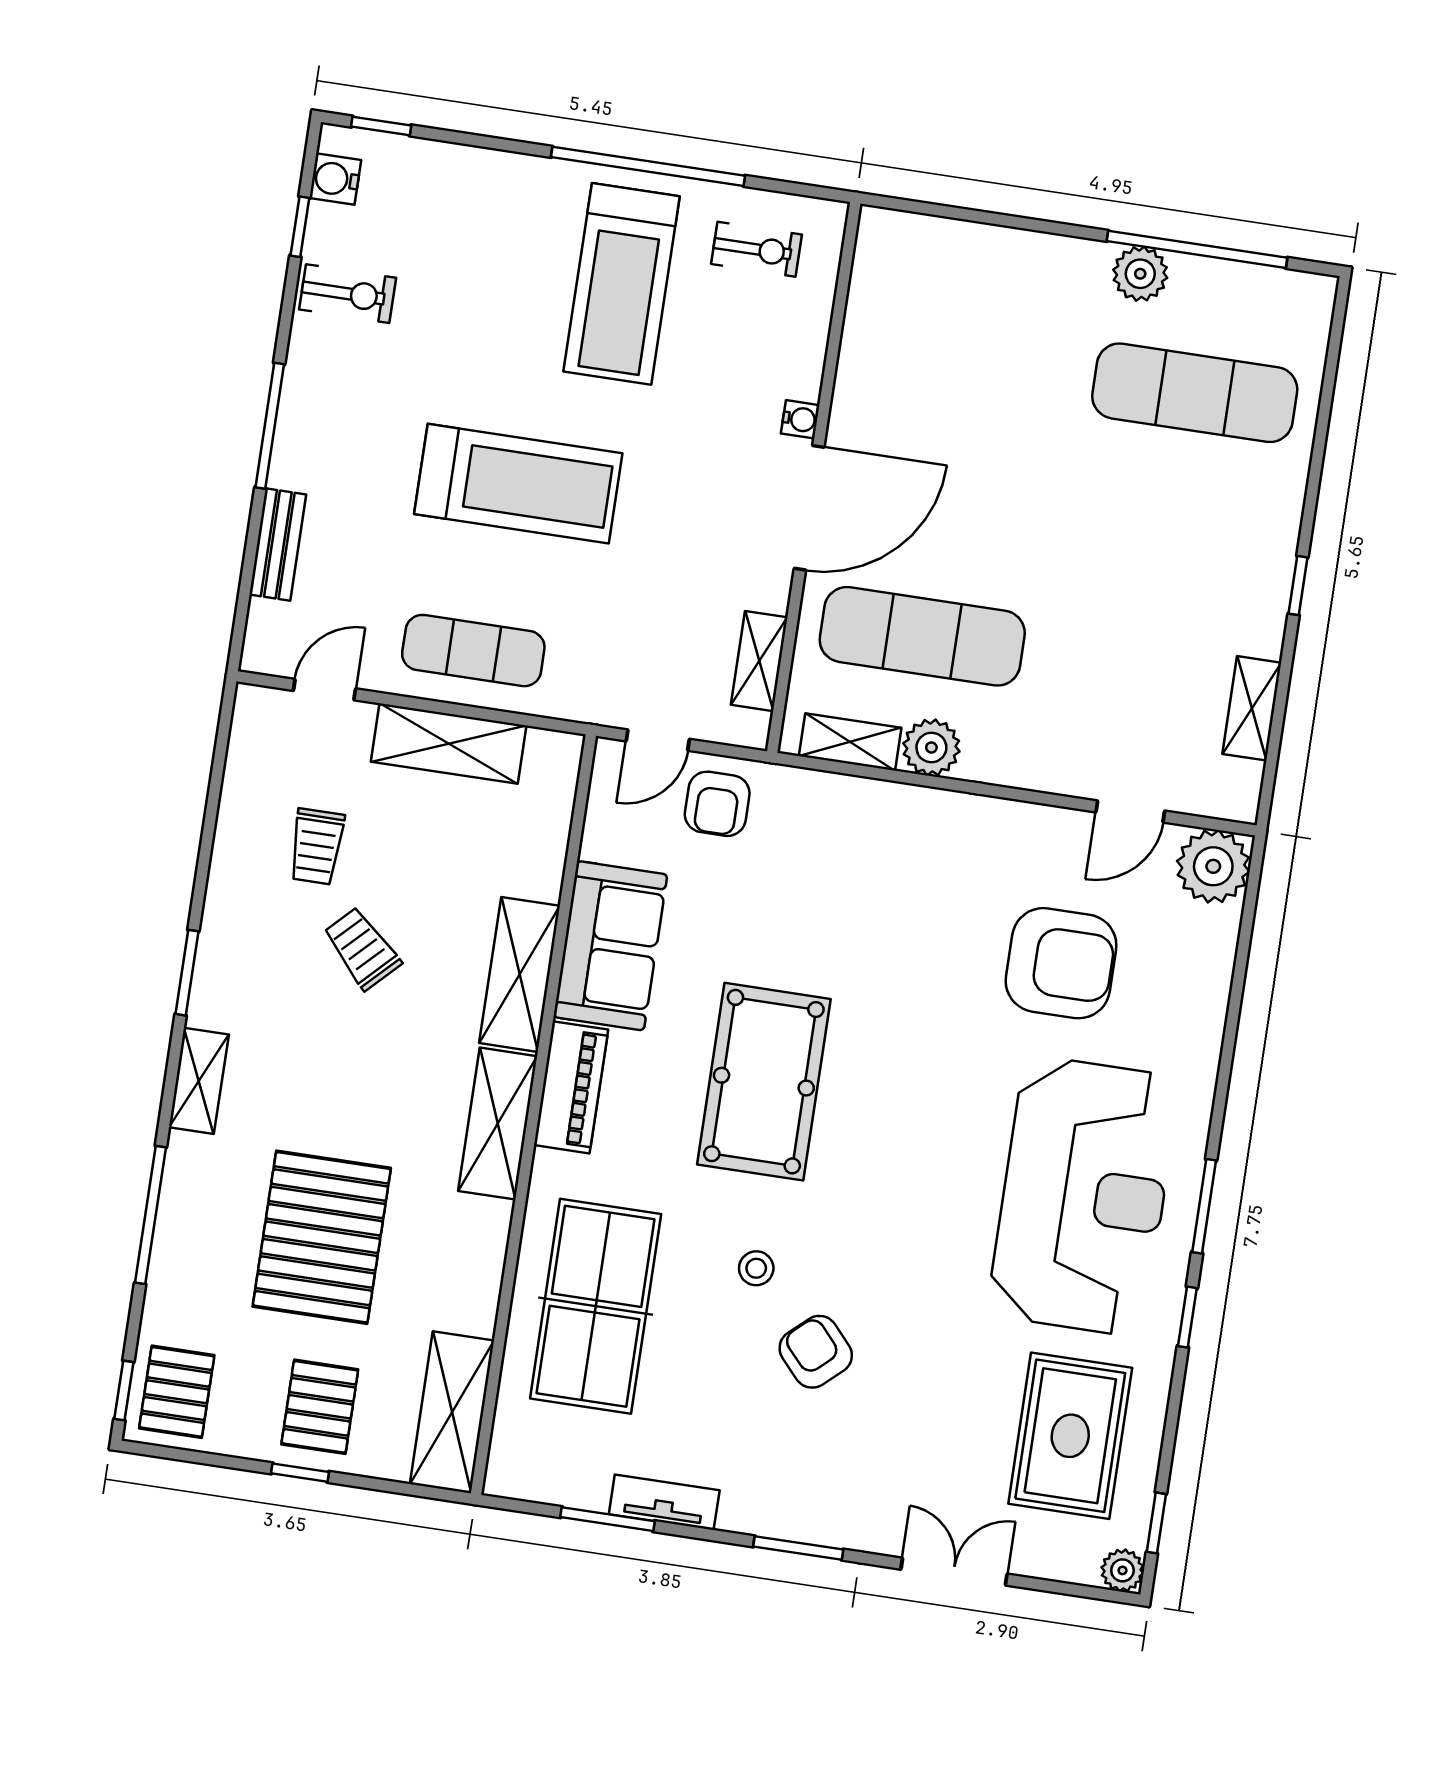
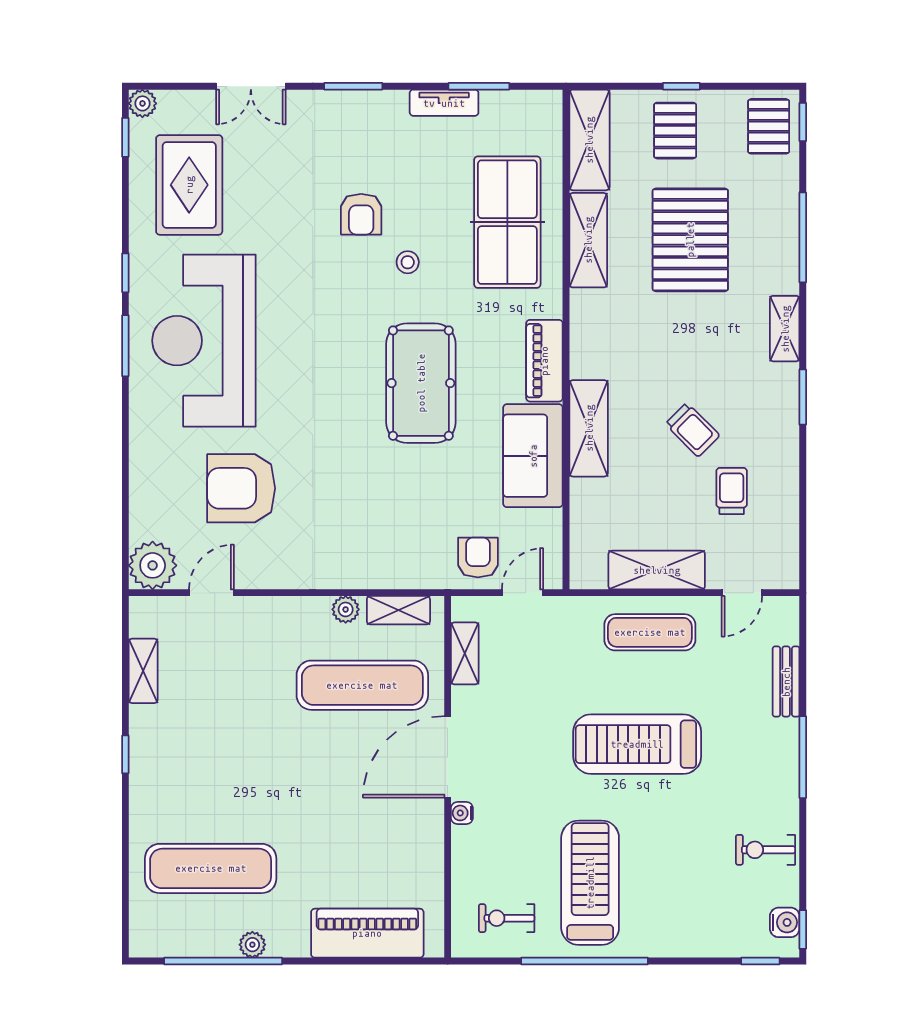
window: (300, 227) -> (803, 929), moved
piano: (972, 258) -> (367, 933), added
plant: (1140, 274) -> (252, 945), width x0.73, depth x0.73
plant: (931, 747) -> (346, 609), width x0.73, depth x0.73
shelving: (498, 1124) -> (588, 240), moved
armchair: (816, 1352) -> (361, 214), turned 42

